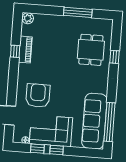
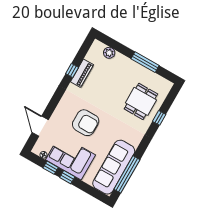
plant: (28, 18) -> (109, 53), moved
armchair: (38, 96) -> (86, 123), moved, turned 90

